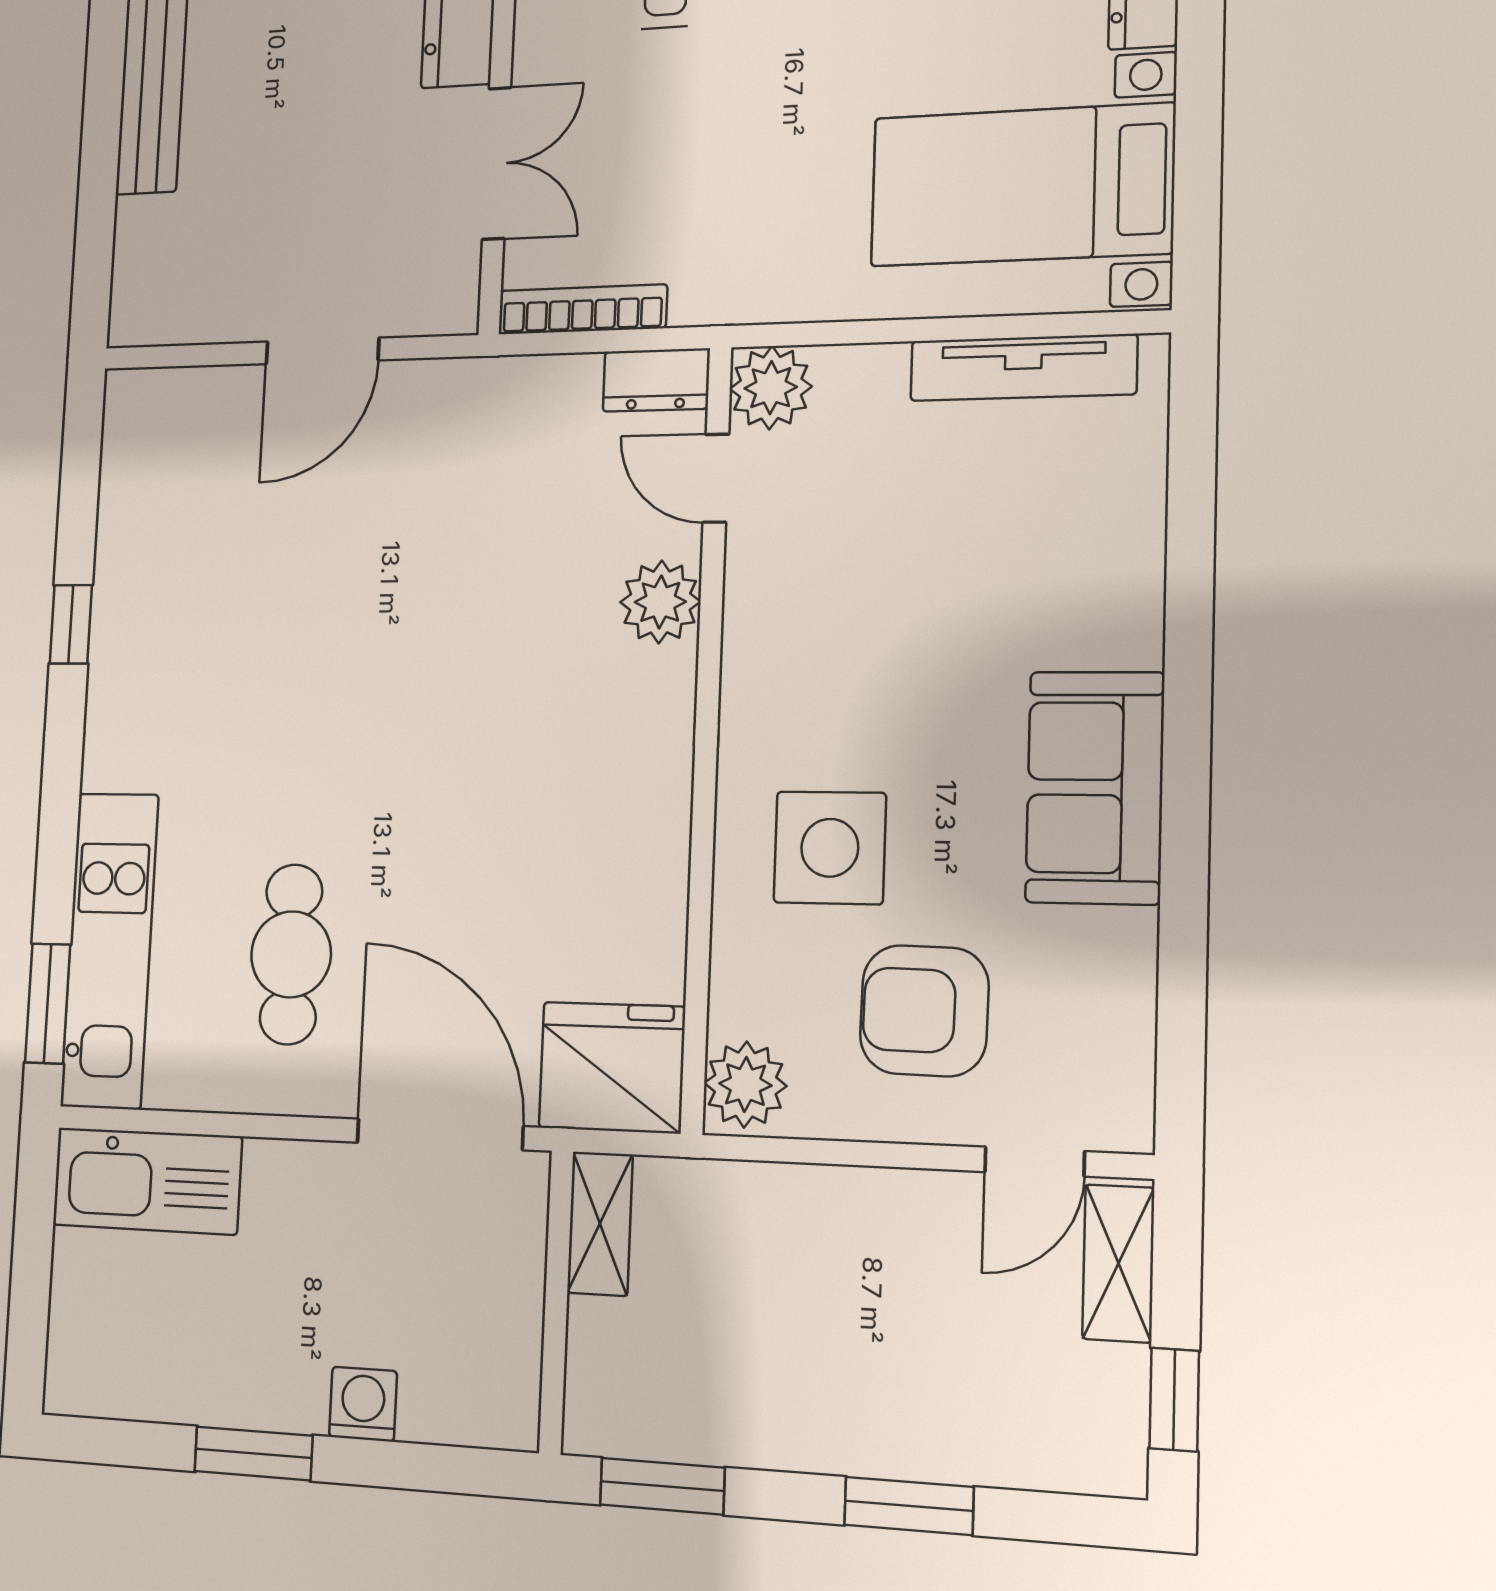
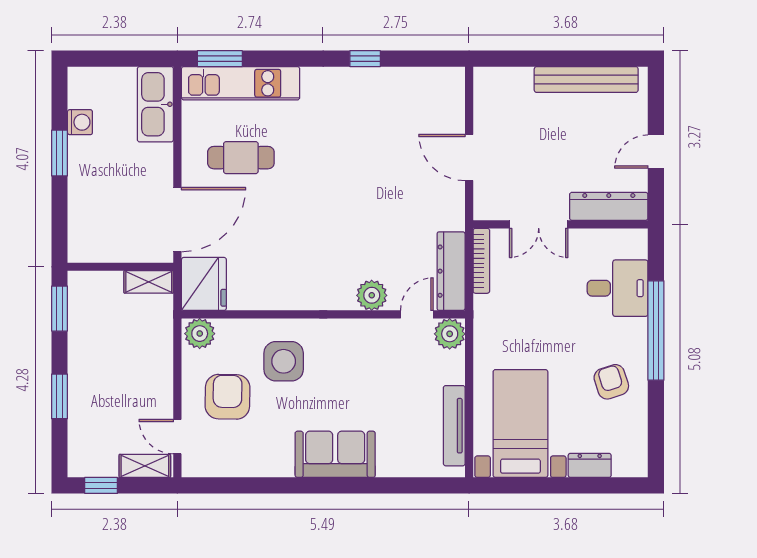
dresser: (656, 380) -> (451, 271), width x1.96, depth x1.24
sofa: (1095, 787) -> (335, 454), moved
washing machine: (363, 1404) -> (80, 122), moved

